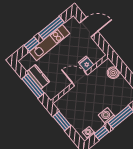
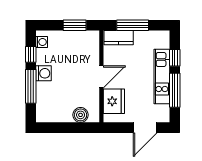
fridge: (86, 64) -> (114, 101), width x1.88, depth x1.34
kitchen counter: (38, 77) -> (119, 38), moved

